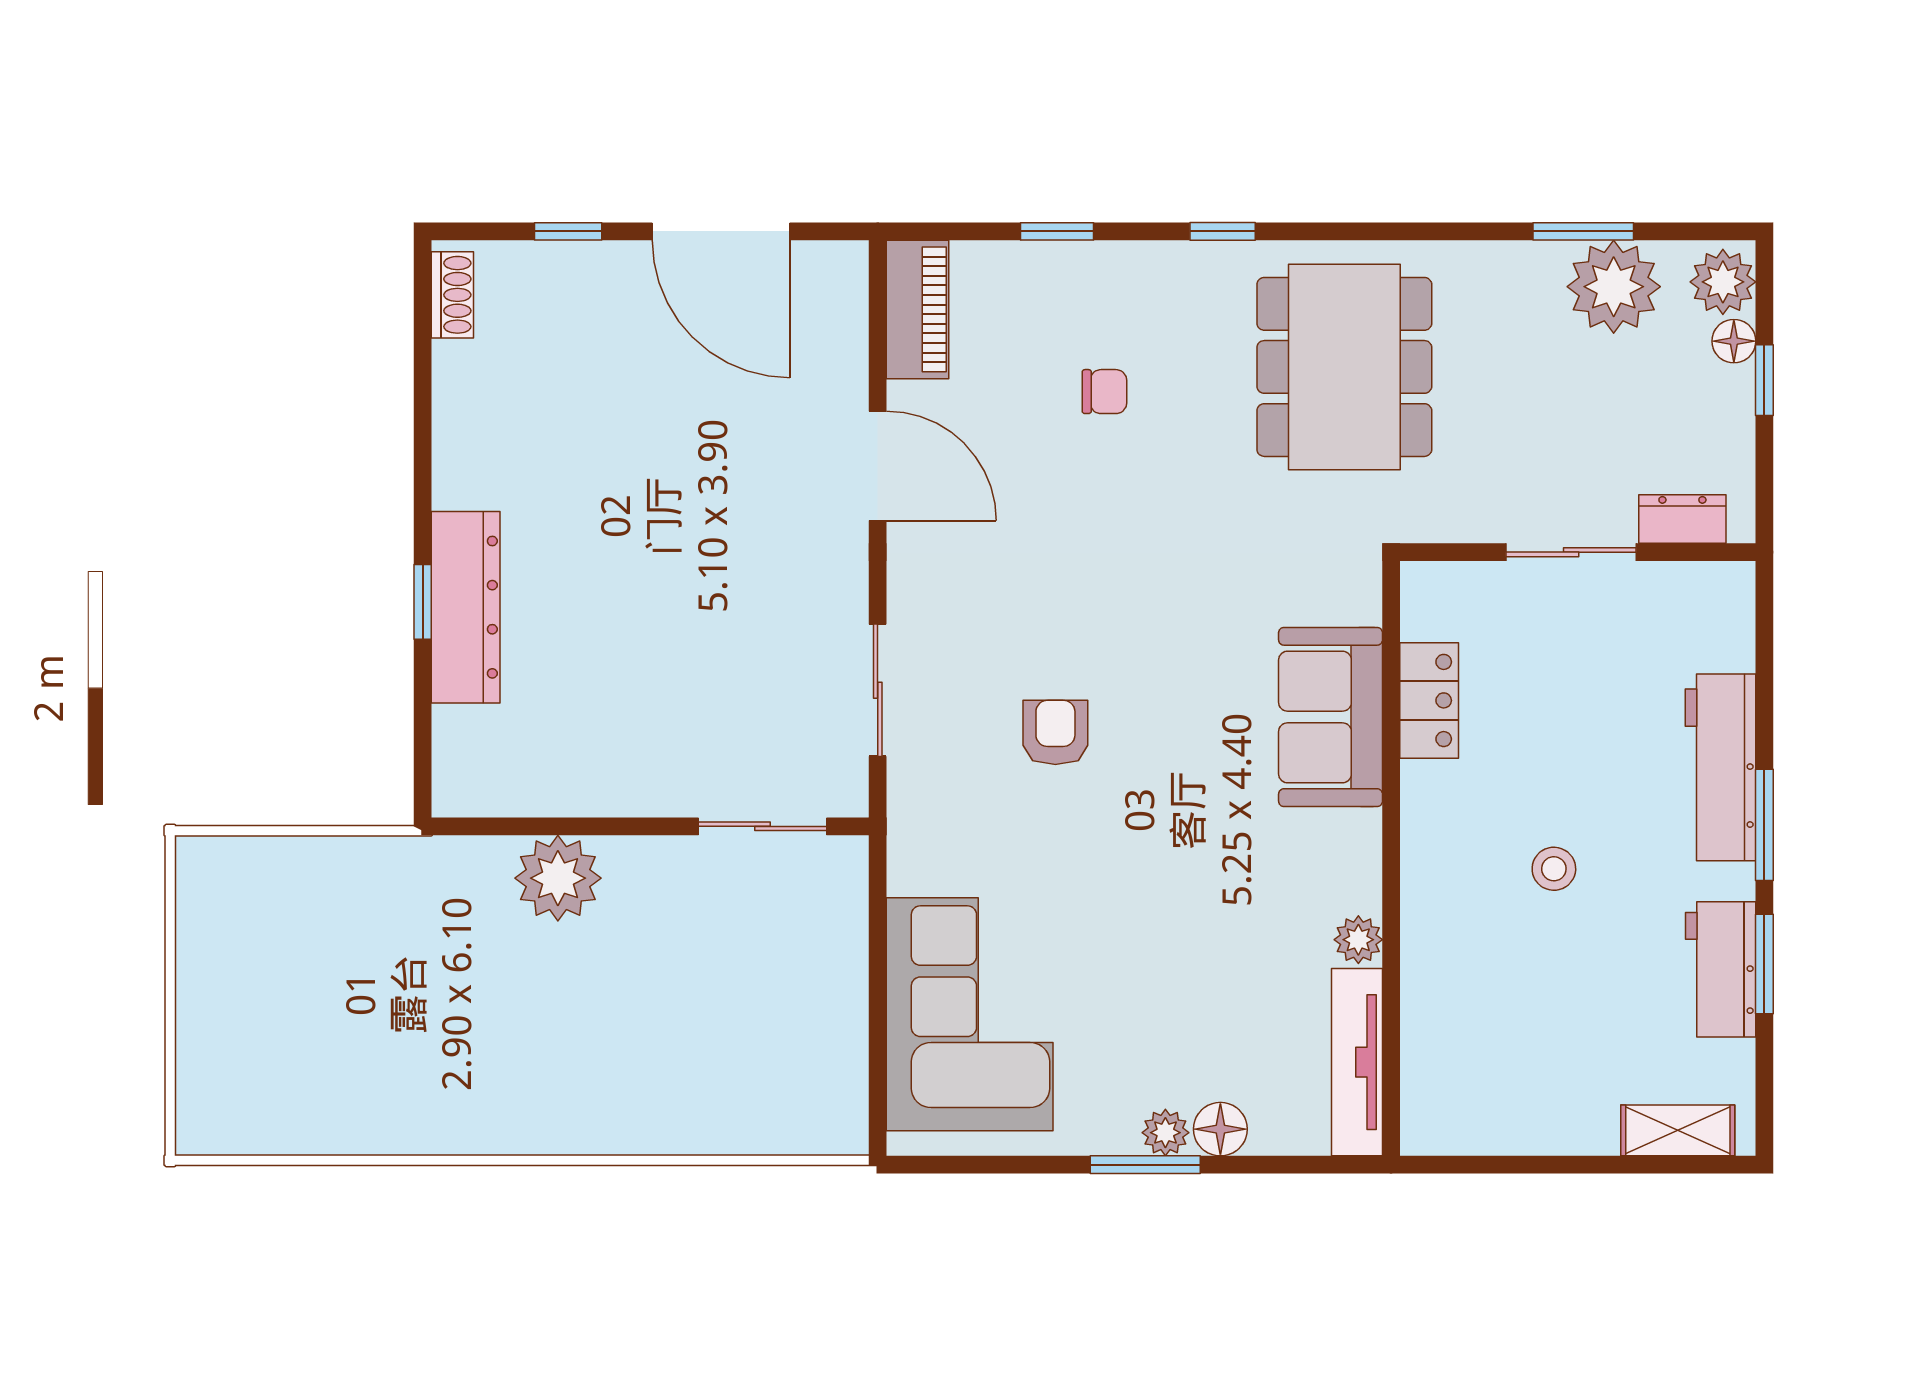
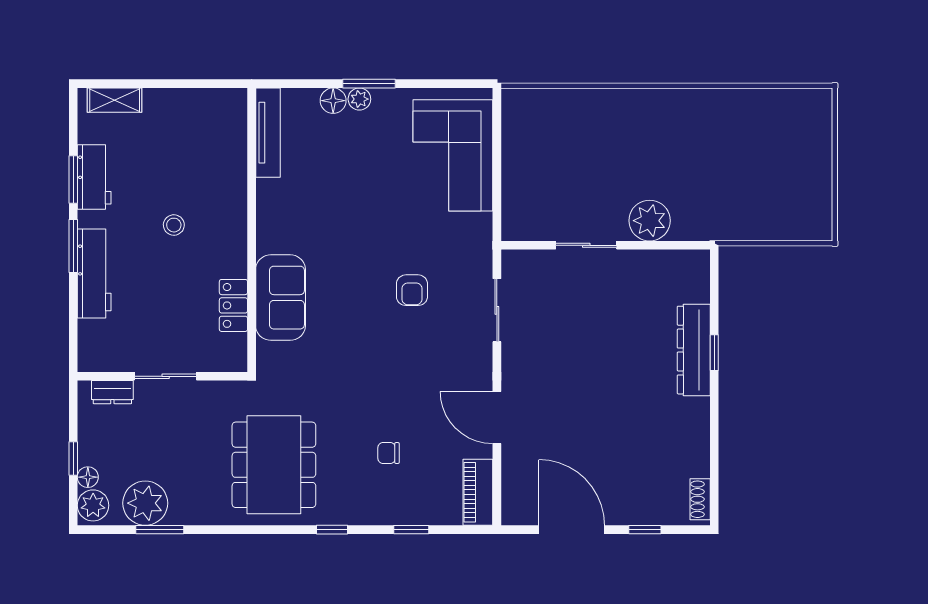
sliding door: (762, 826) -> (586, 245), moved
plant: (1358, 940) -> (267, 191), removed

